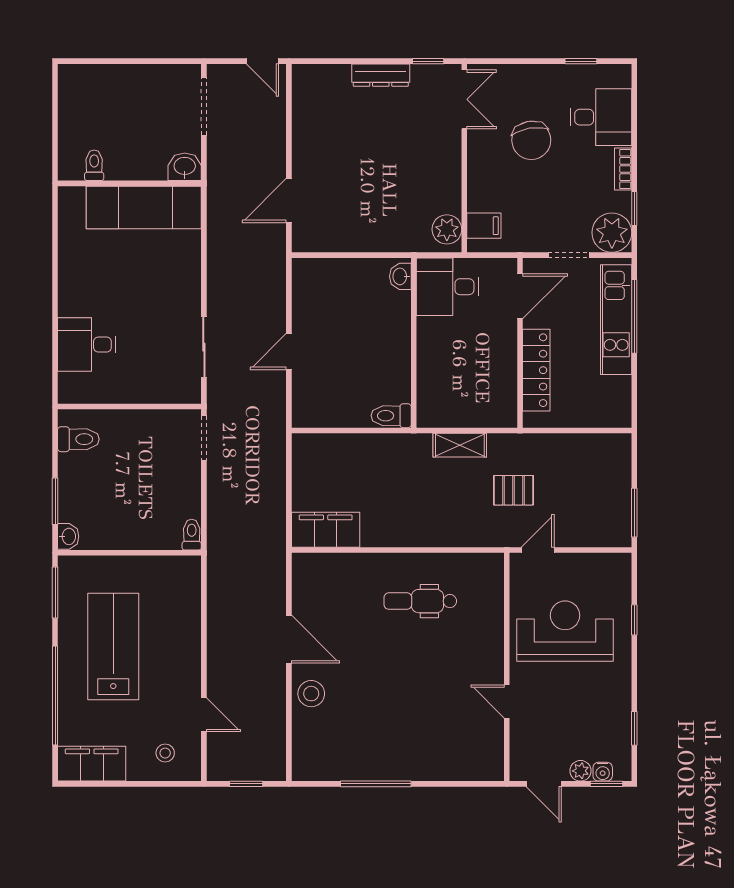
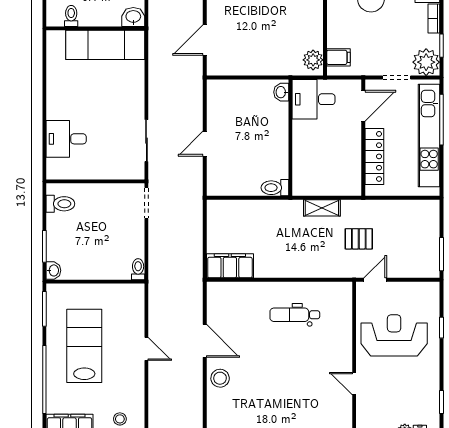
kitchen unit: (616, 320) -> (429, 135), width x1.36
door: (204, 715) -> (146, 349), moved

